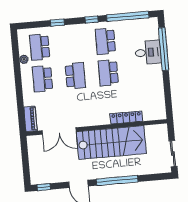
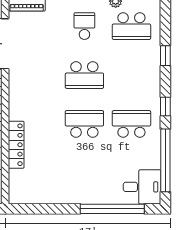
school desk: (40, 47) -> (131, 26), turned 180
desk: (148, 52) -> (142, 187), moved, turned -90
school desk: (42, 79) -> (84, 26), width x0.54

